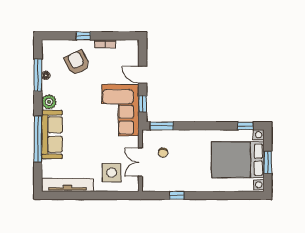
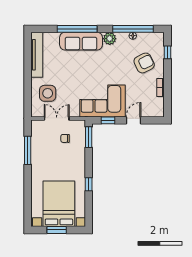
window: (83, 36) -> (167, 52), moved
window: (38, 75) -> (133, 29), width x1.46
window: (245, 126) -> (89, 184), moved
window: (177, 195) -> (28, 150), width x2.17

